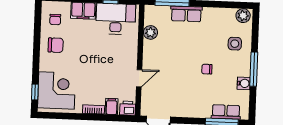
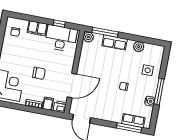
plant: (243, 16) -> (139, 47), moved
plant: (150, 32) -> (88, 37), moved
chair: (56, 45) -> (39, 73), moved
door: (139, 78) -> (72, 85), width x1.88

